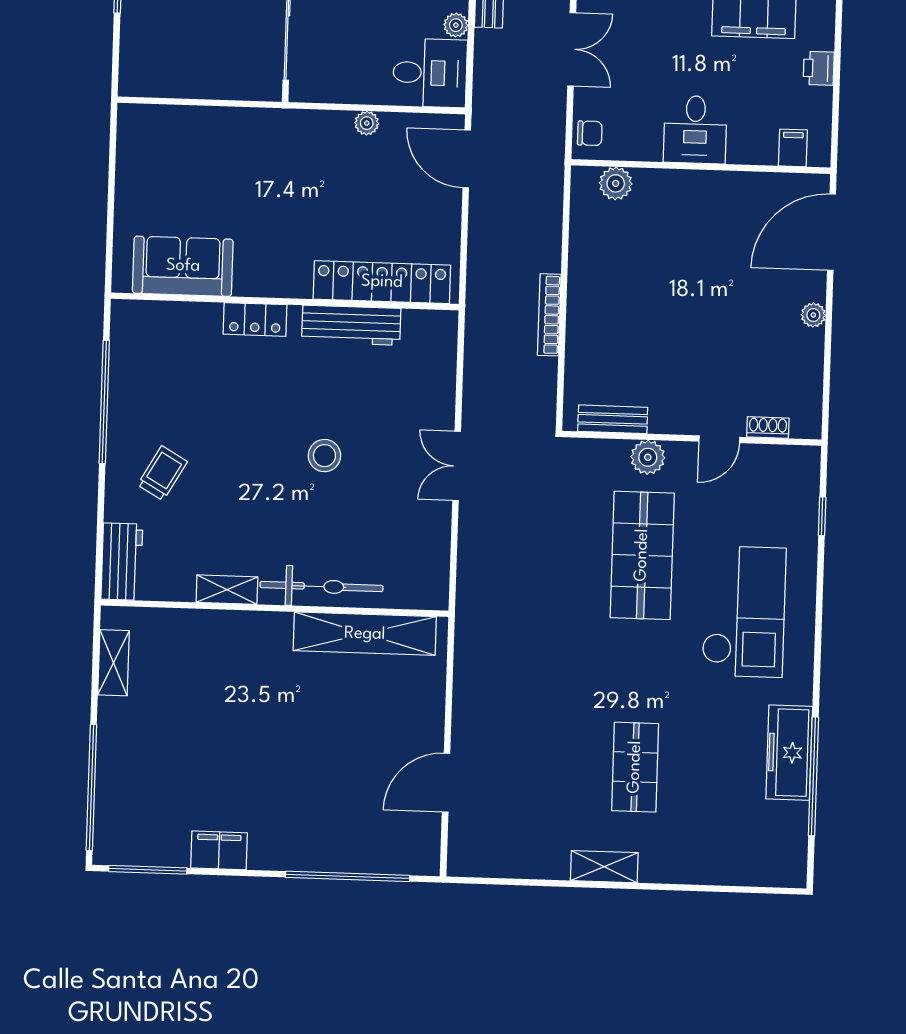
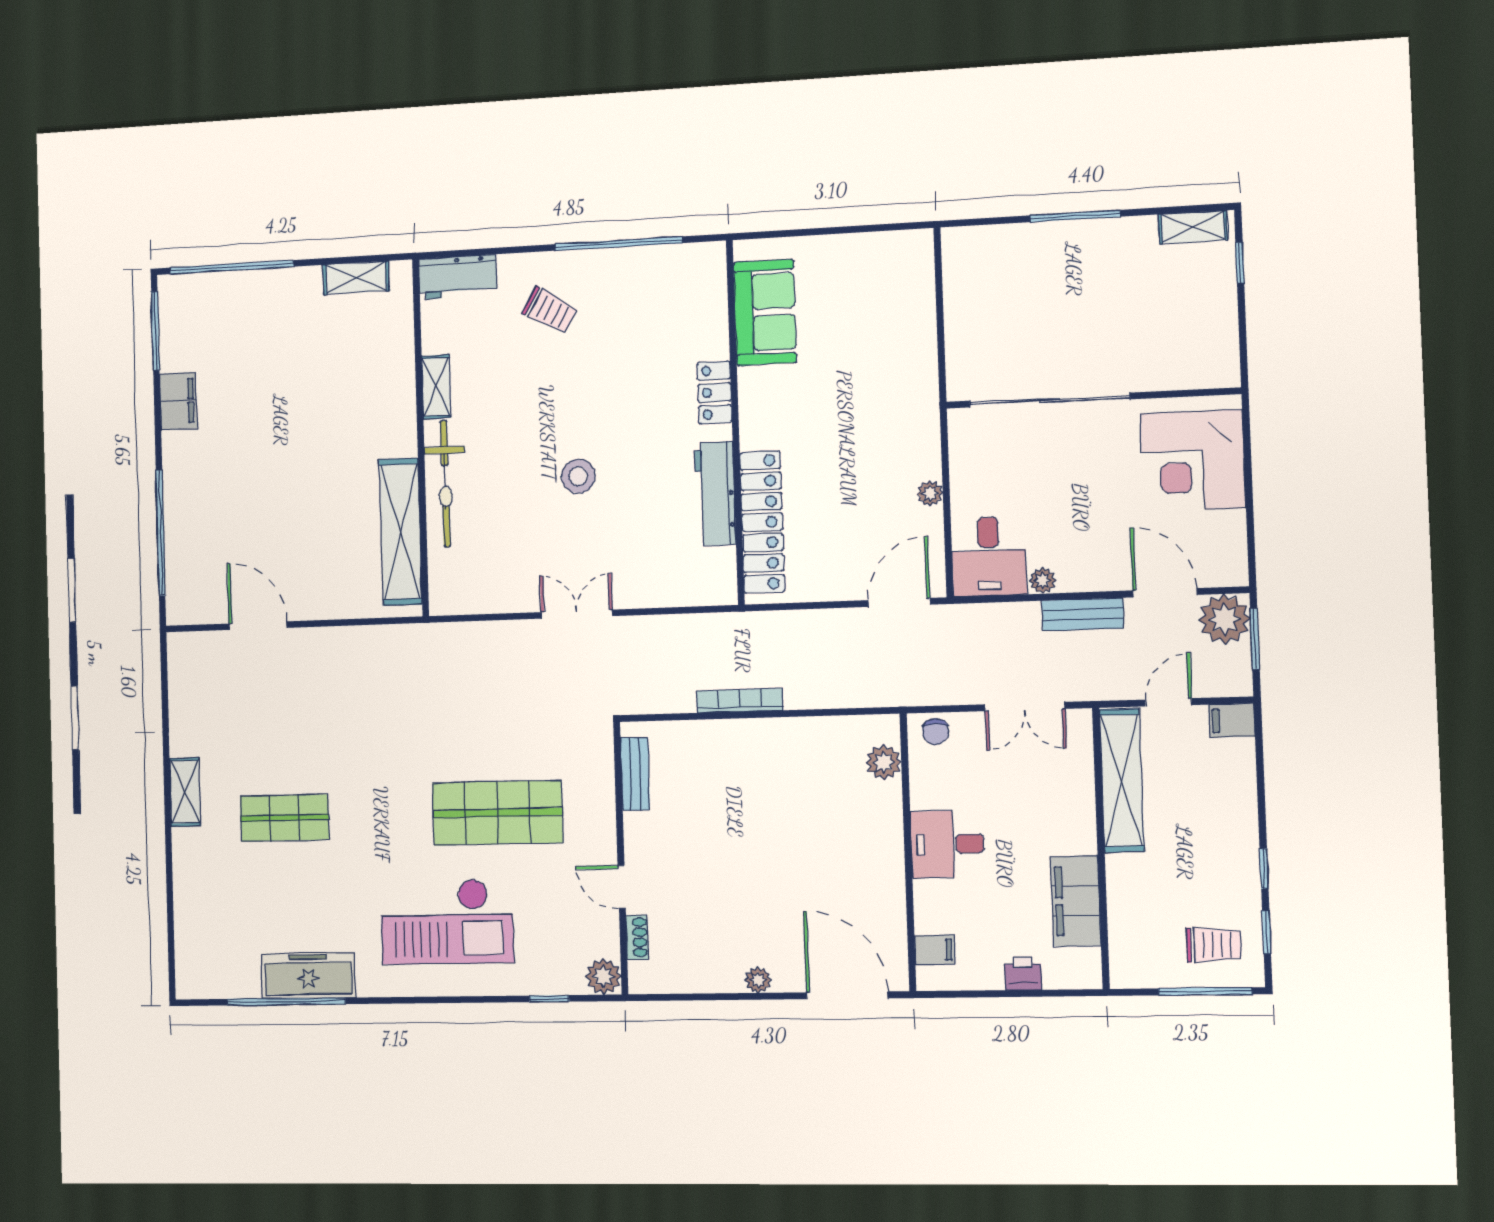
plant: (648, 457) -> (603, 977), moved

